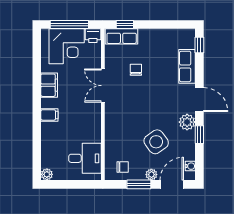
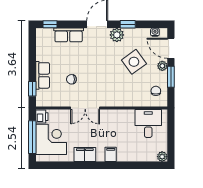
row of seats: (122, 36) -> (43, 75), moved

